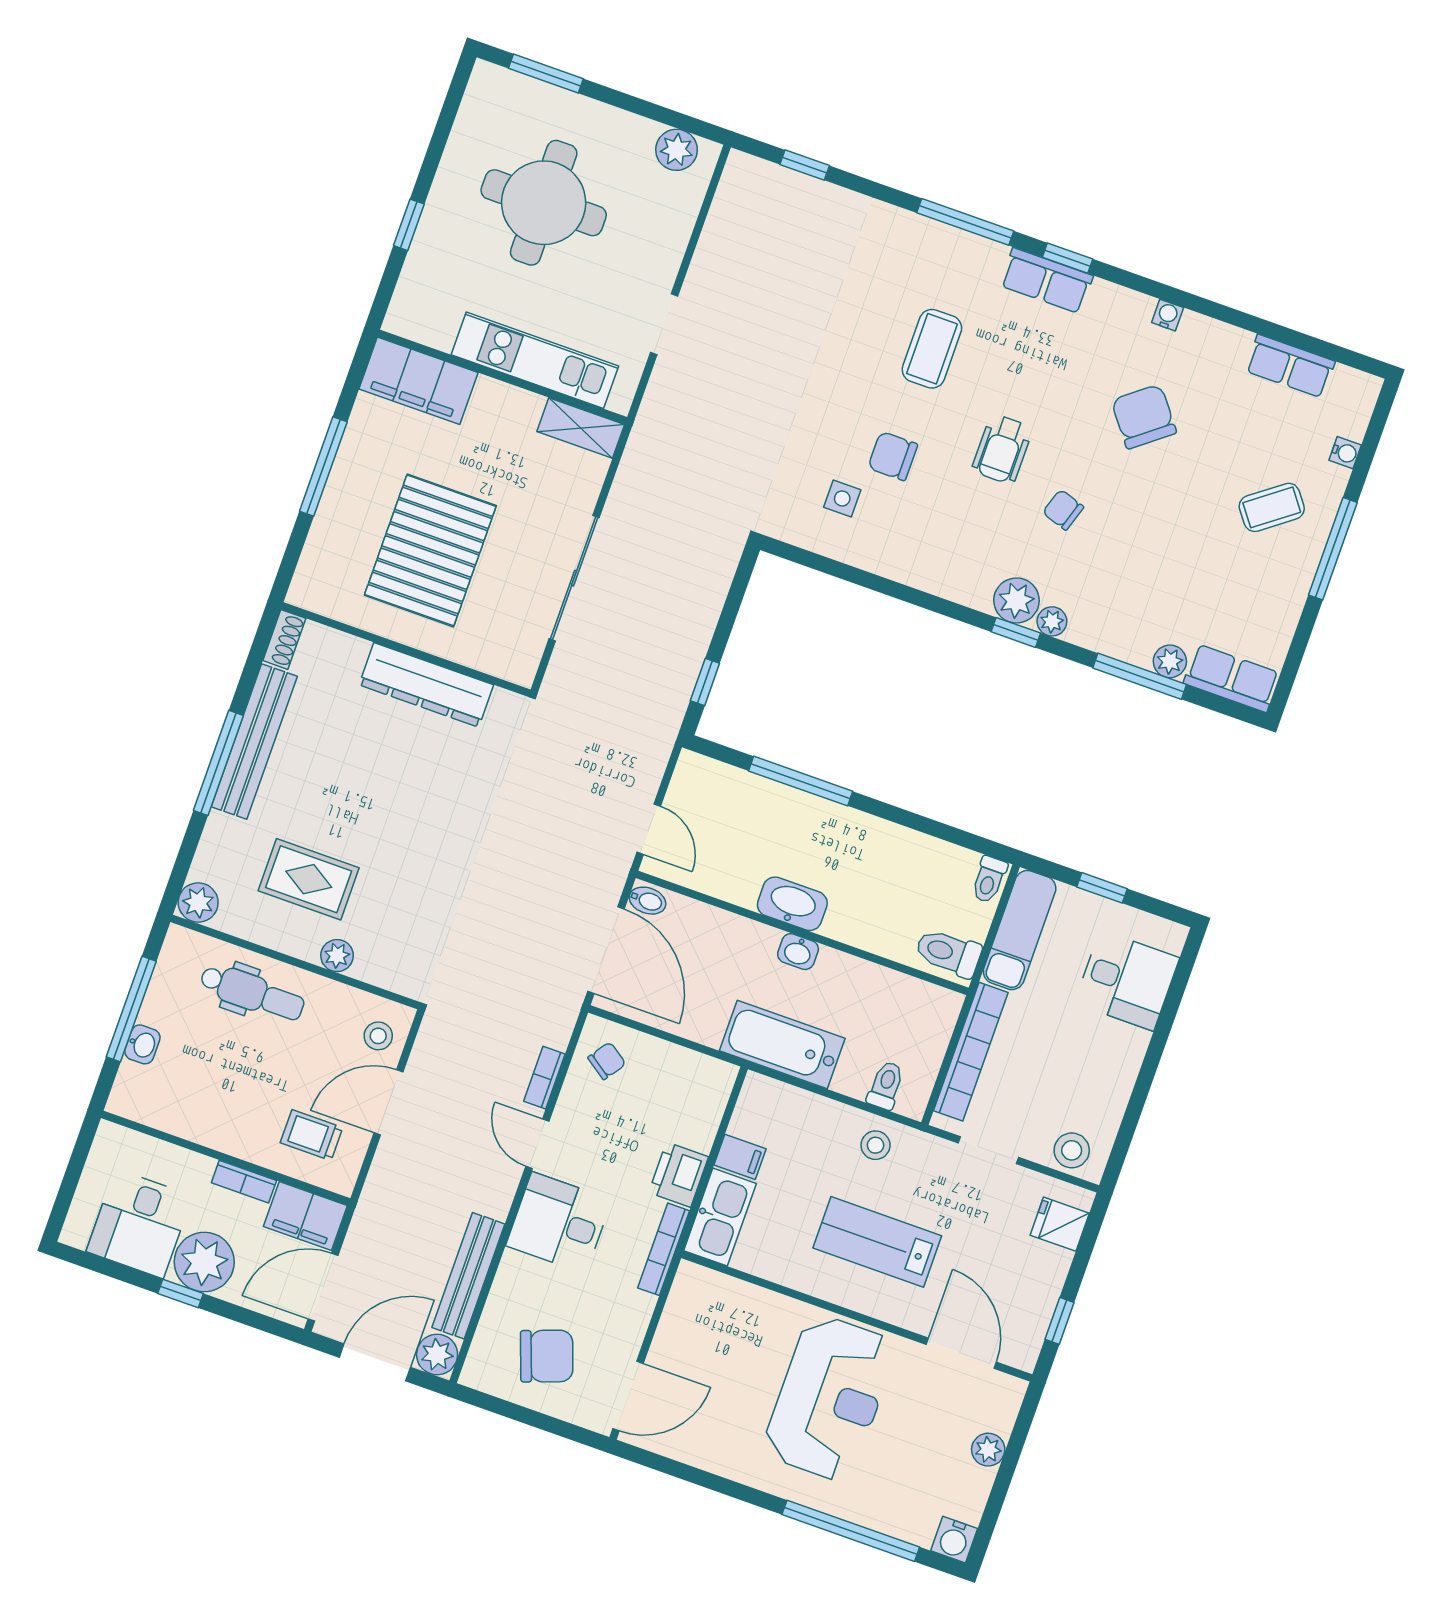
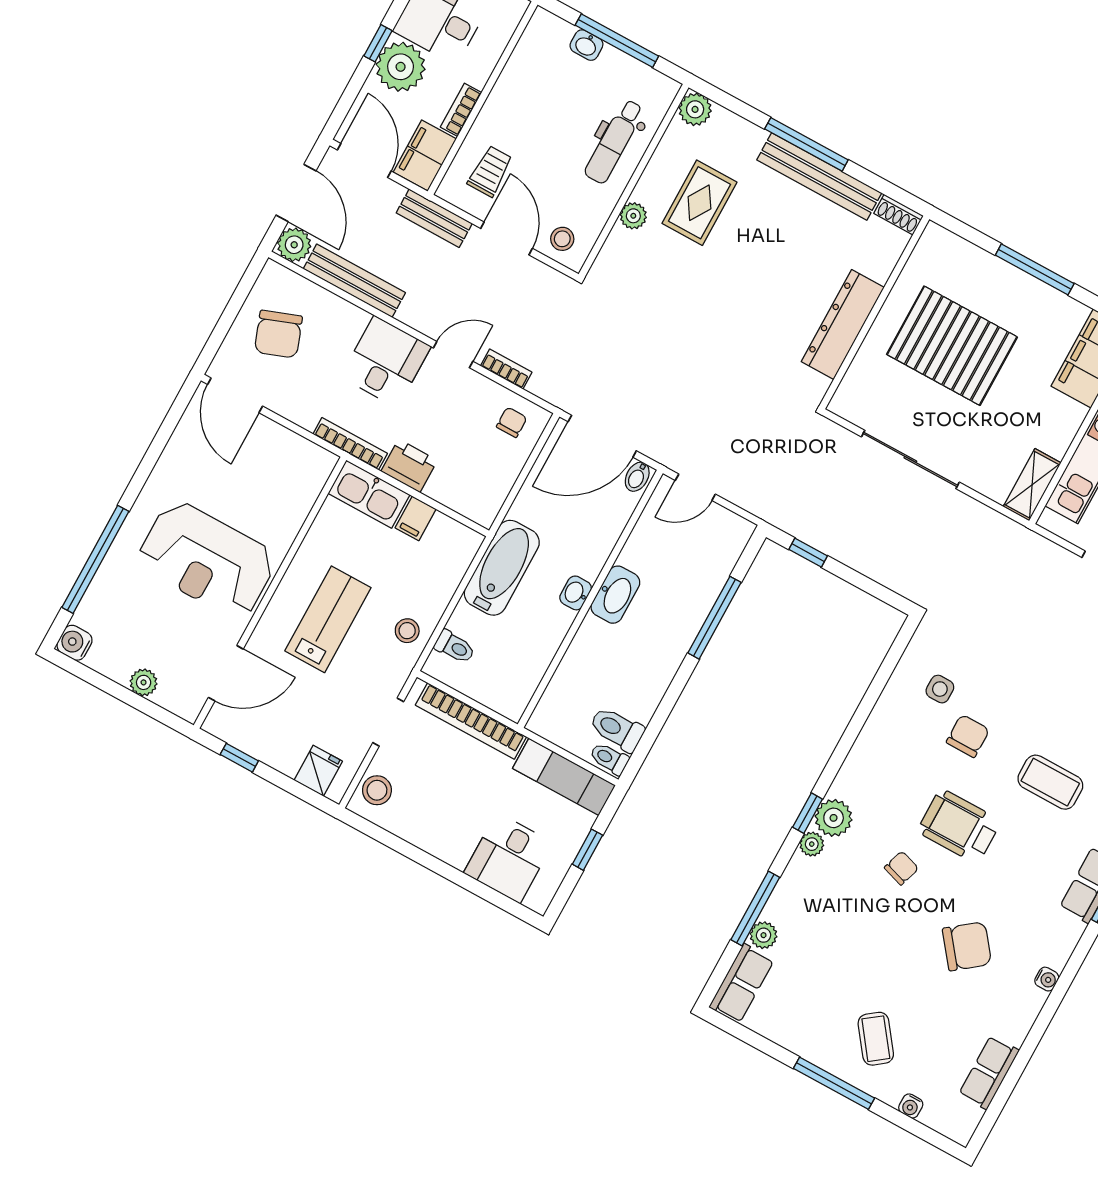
wheelchair: (1002, 449) -> (959, 826), width x1.36, depth x1.37
toilet: (948, 953) -> (617, 729), moved, turned -90
chair: (607, 1061) -> (512, 422), turned -125
bench: (378, 1193) -> (434, 218), added

